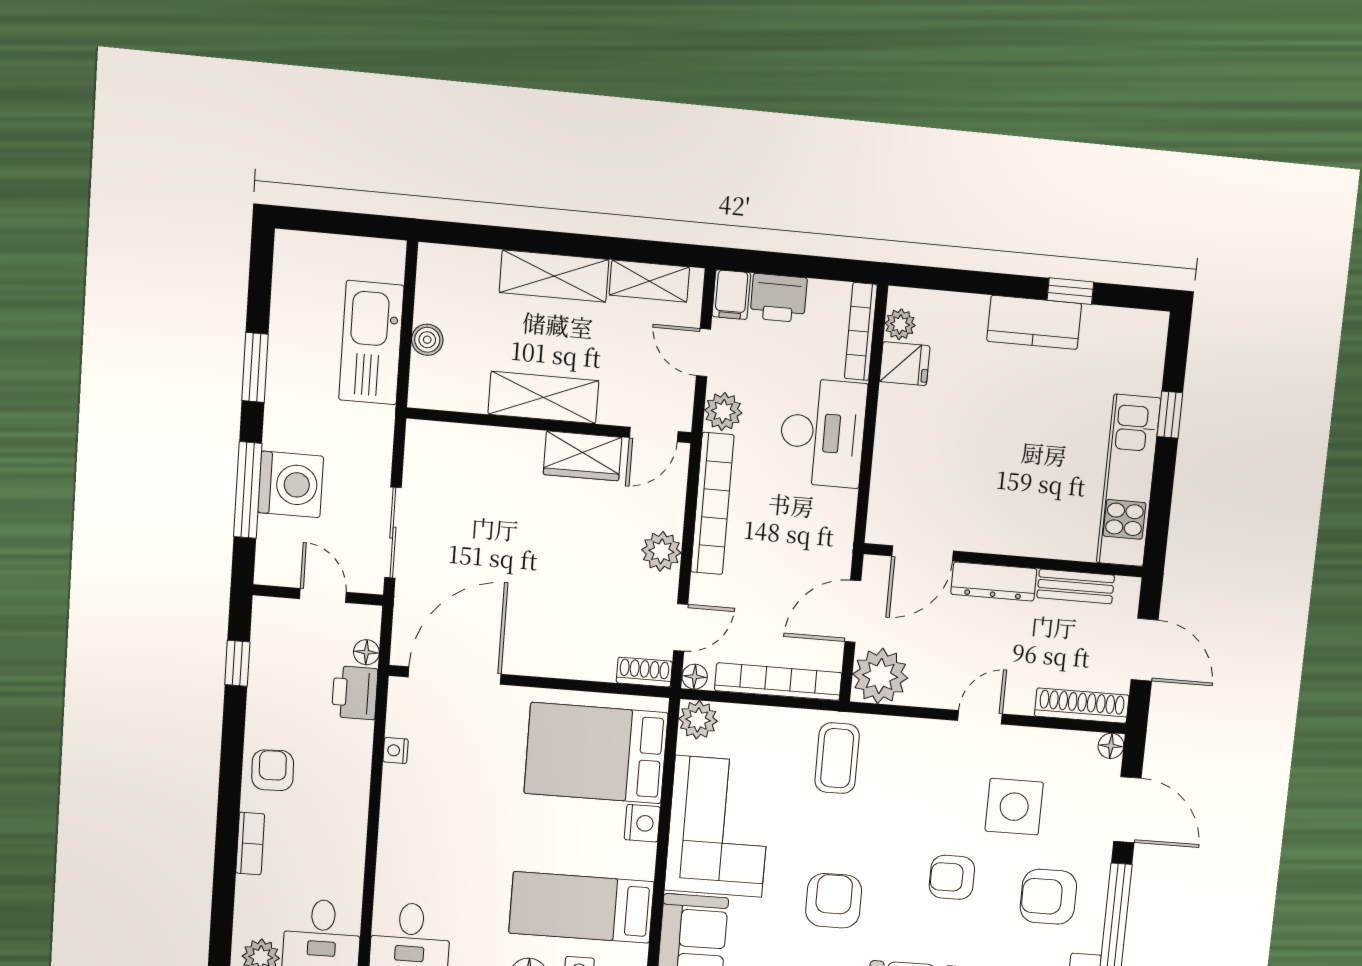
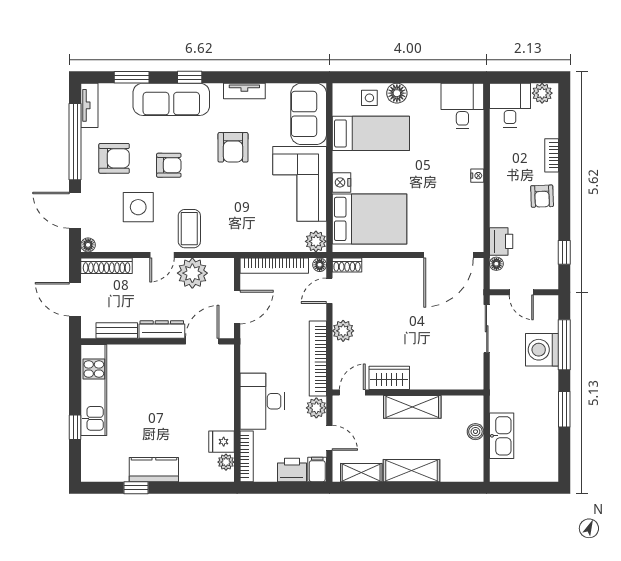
kitchen sink: (371, 343) -> (502, 436), width x0.73, depth x0.81
plant: (880, 676) -> (192, 273), moved
nightstand: (396, 750) -> (477, 176), moved
coffee table: (837, 758) -> (189, 229), moved

